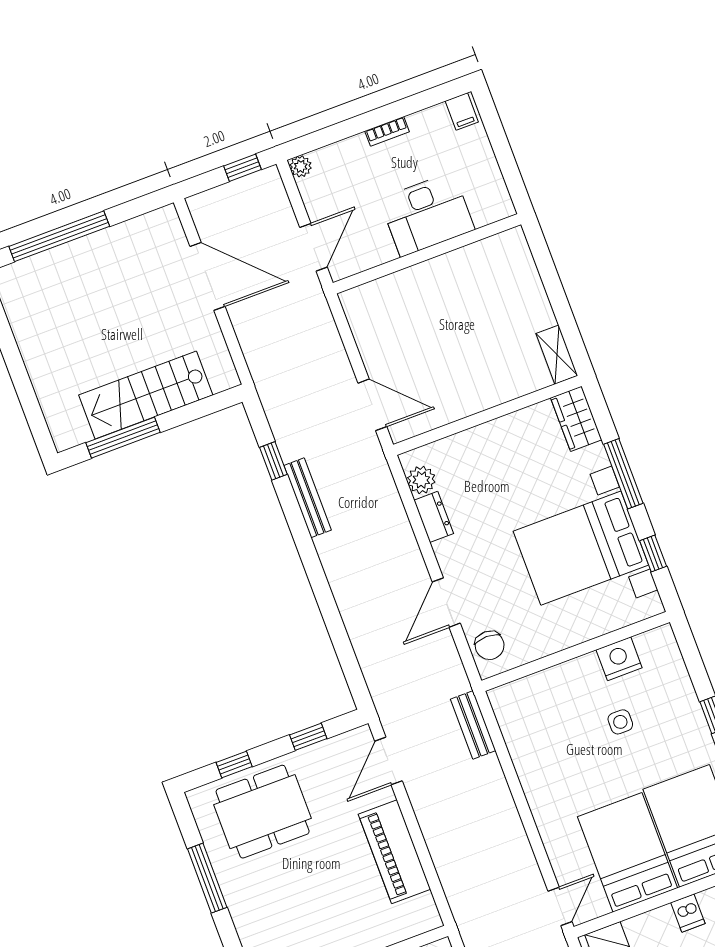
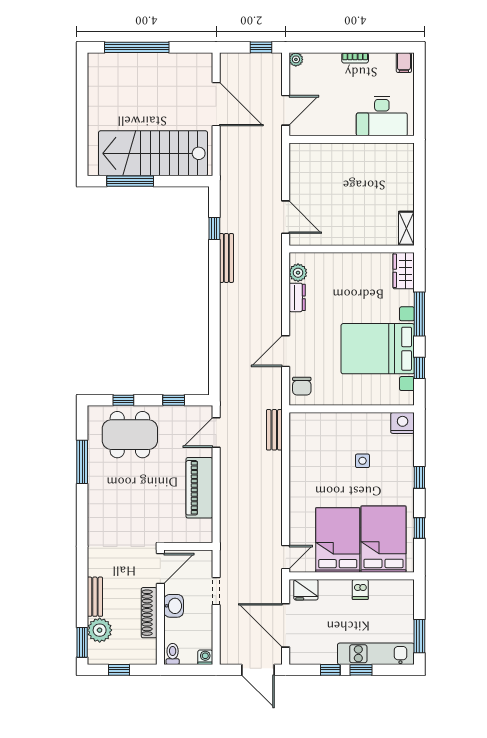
desk: (427, 214) -> (382, 116), moved
stairs: (146, 395) -> (153, 153), width x1.36, depth x1.51
nightstand: (619, 659) -> (403, 423), moved

